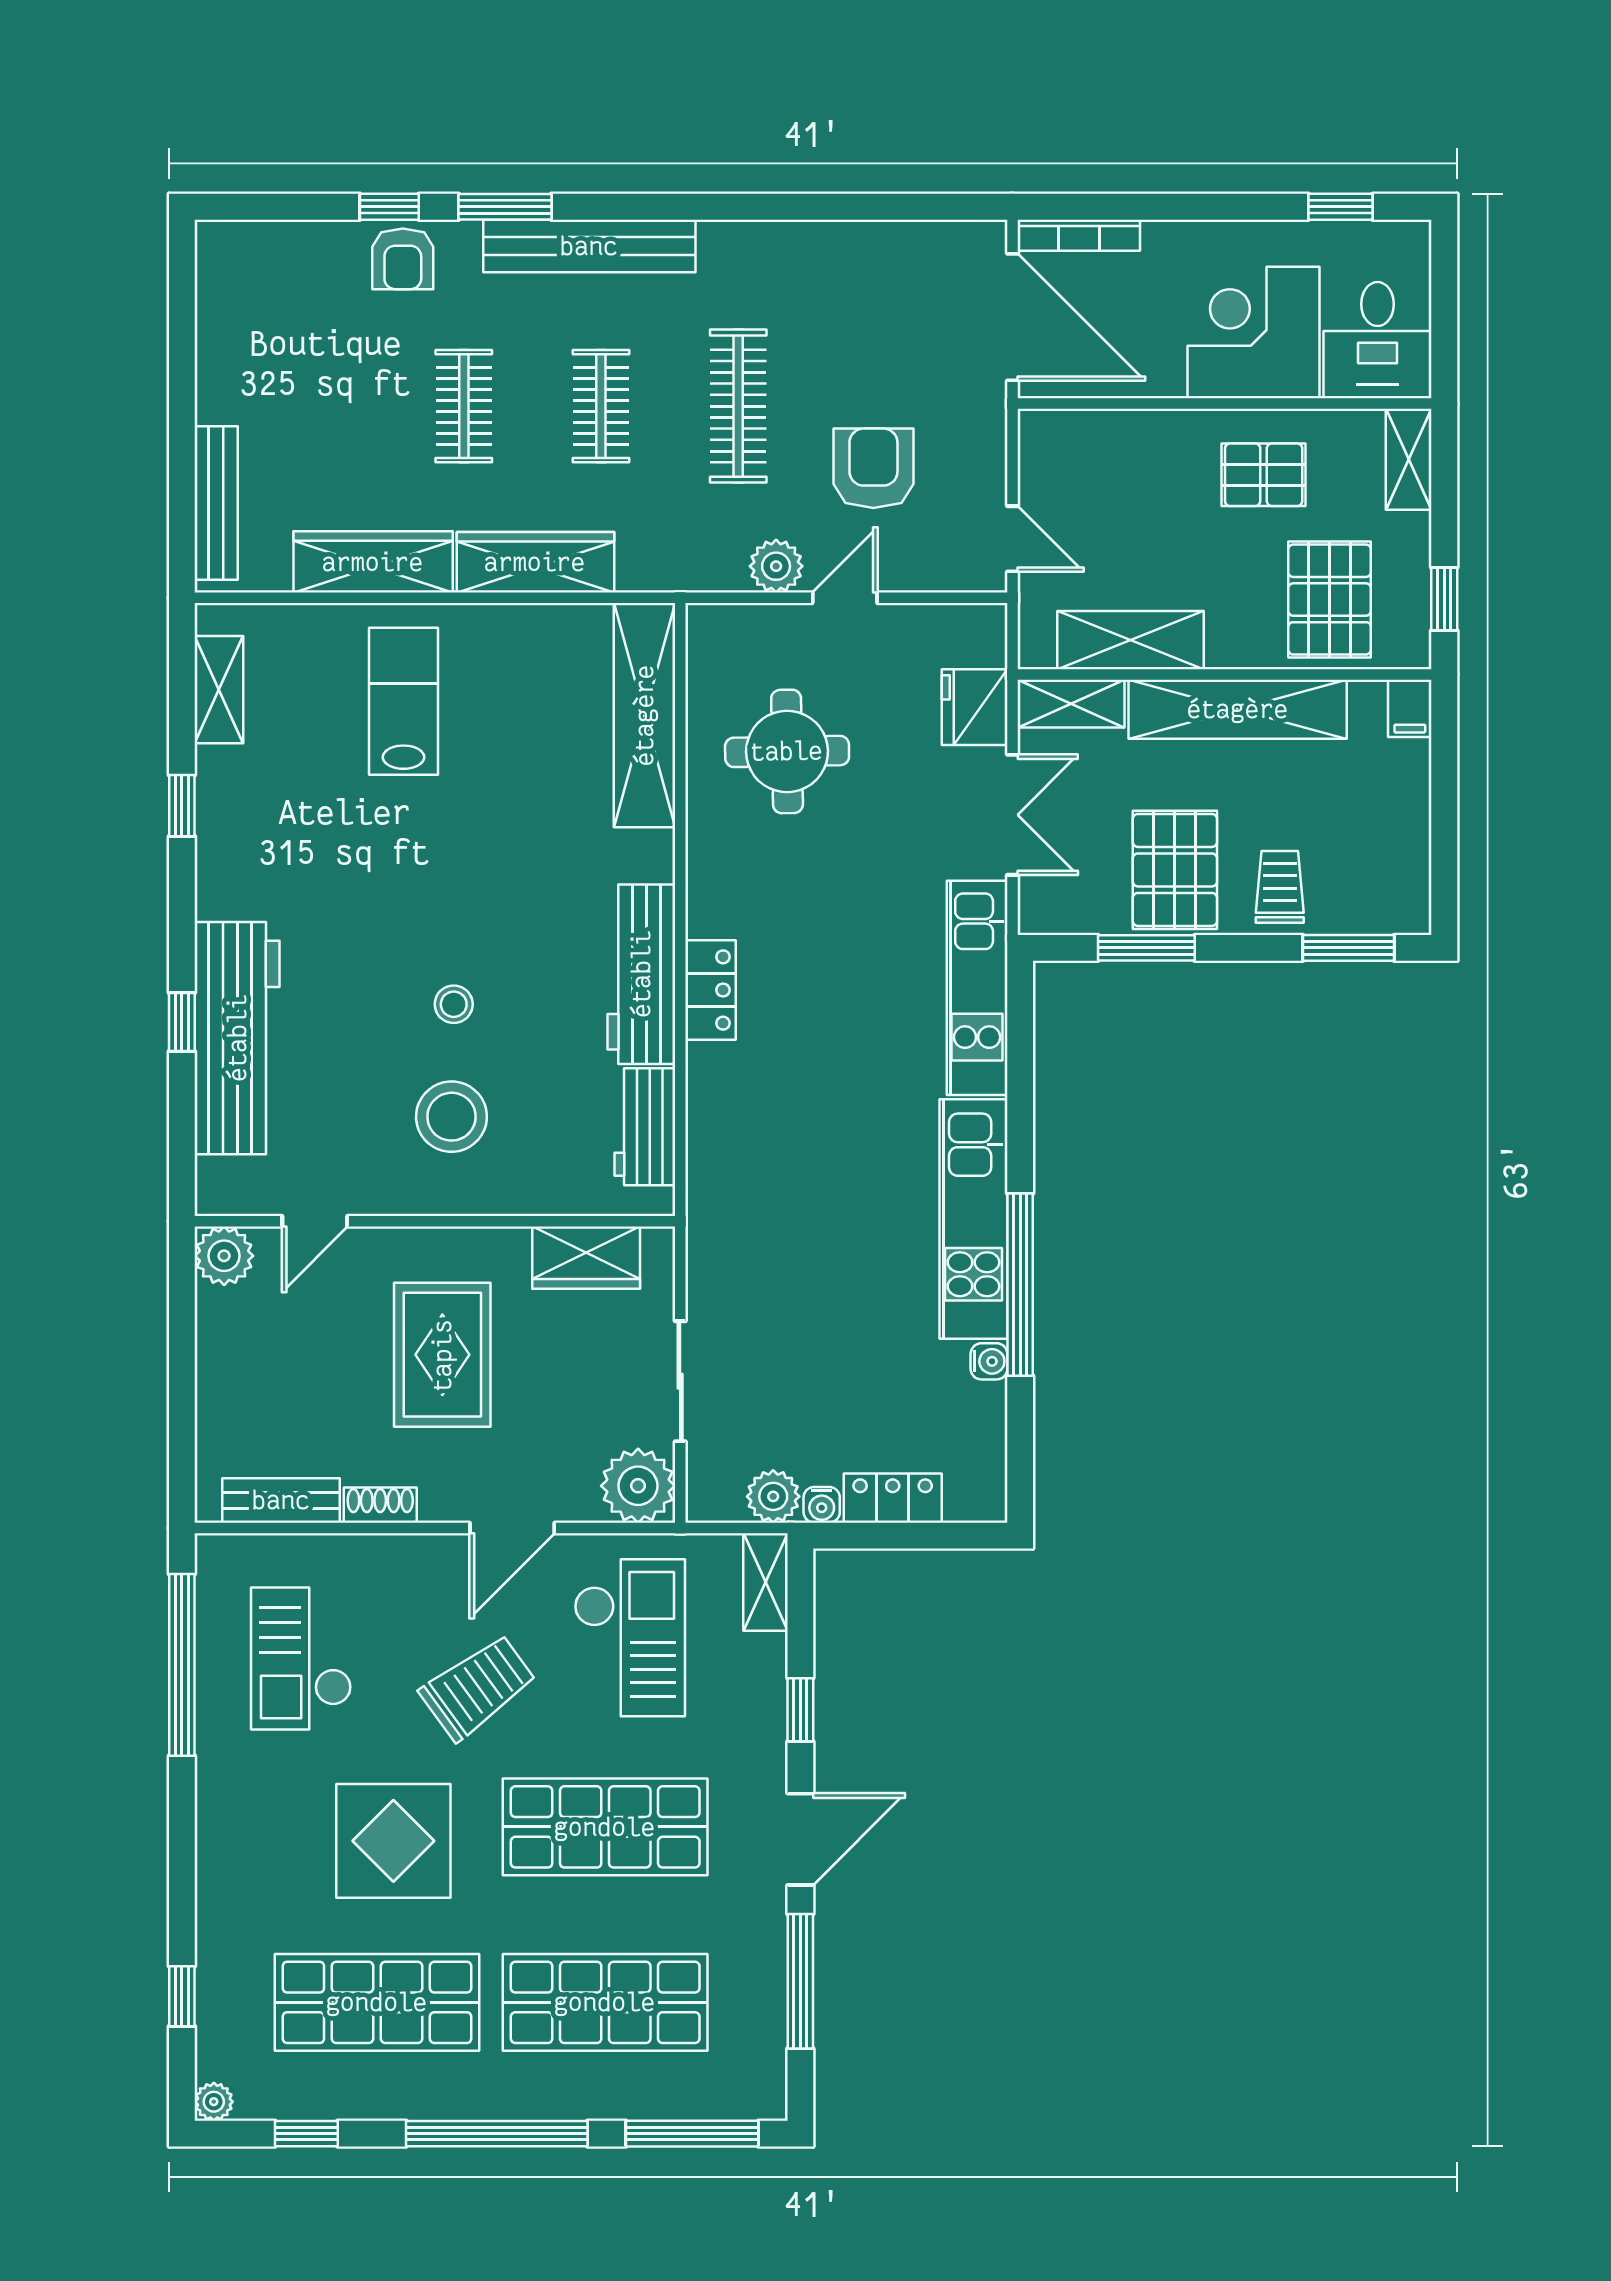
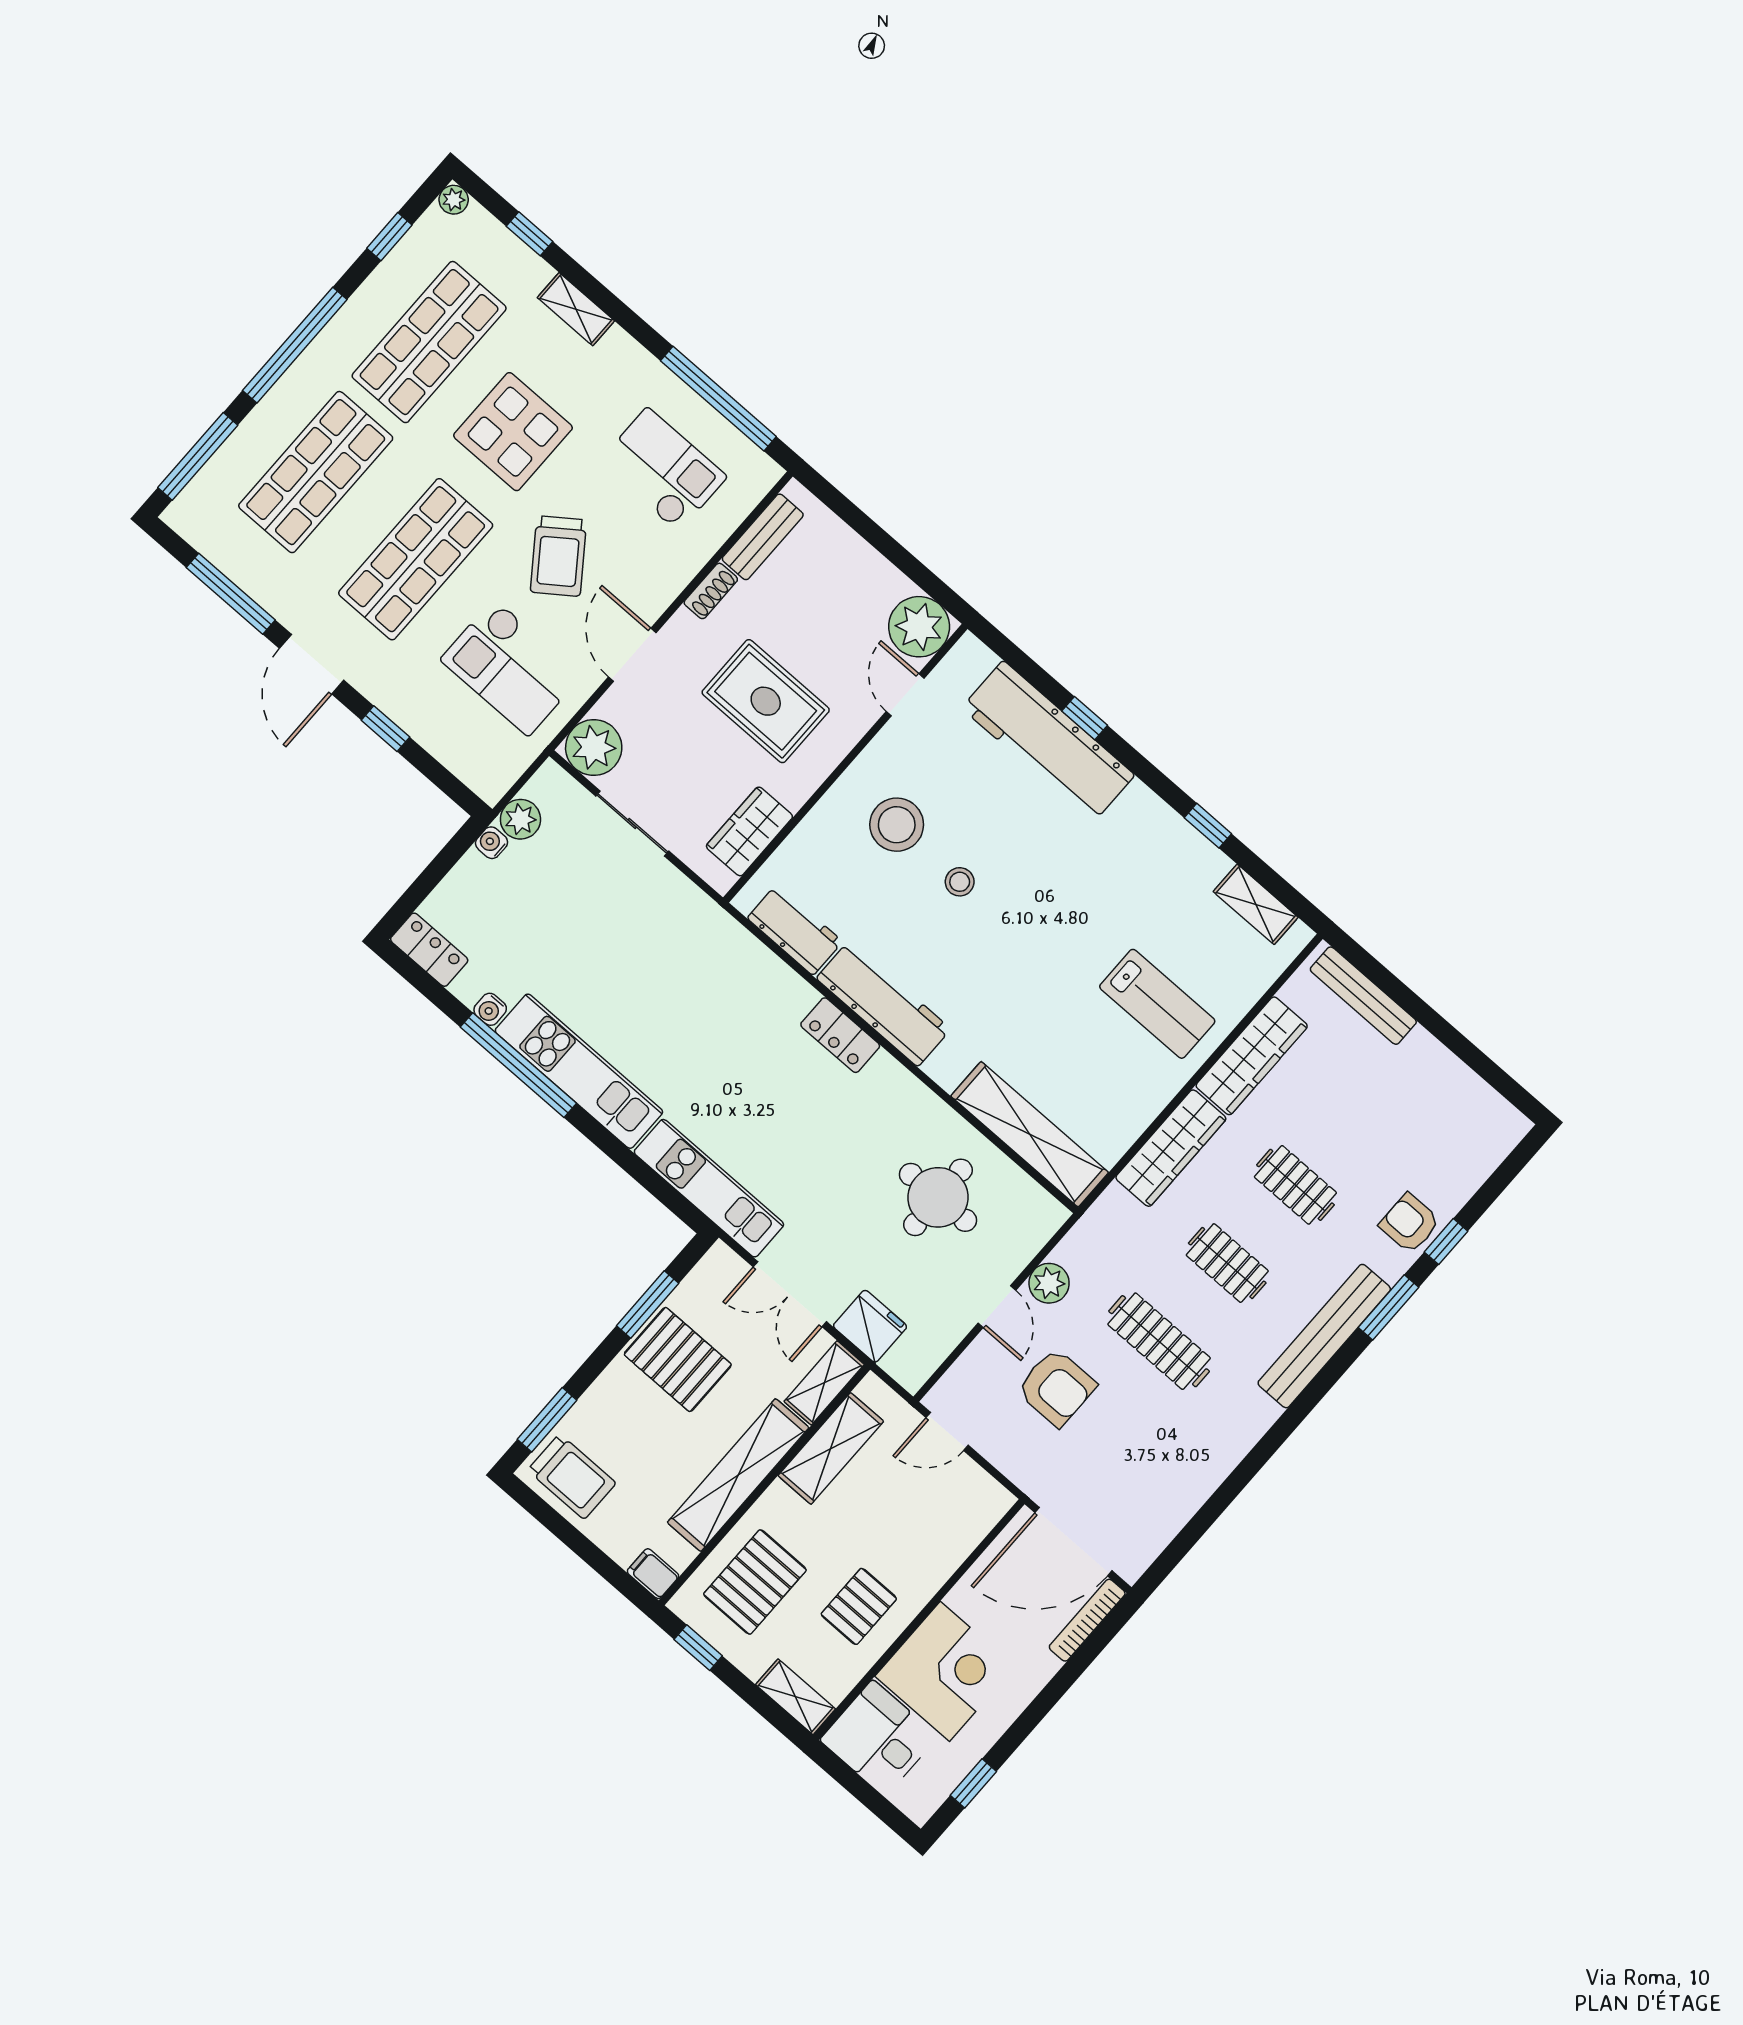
pallet: (1330, 600) -> (755, 1582), turned 90
trolley: (1280, 887) -> (572, 1477), moved, width x1.36, depth x1.39
plant: (224, 1256) -> (919, 627), width x1.36, depth x1.36
locker: (893, 1498) -> (429, 950), moved, turned -90
shelving: (765, 1582) -> (576, 309), moved

